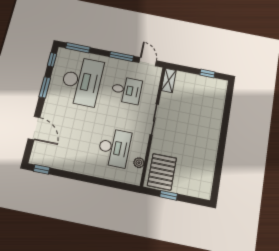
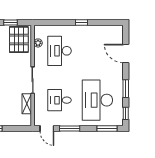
shelving: (169, 80) -> (27, 104), moved
window: (42, 169) -> (82, 22), moved

